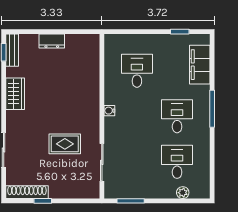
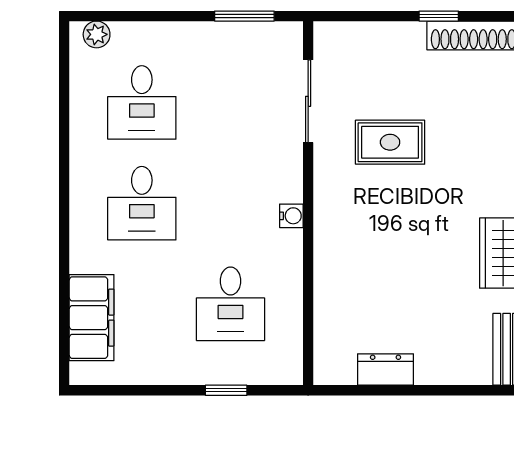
window: (180, 32) -> (226, 390), moved
dresser: (52, 41) -> (386, 370), moved
window: (212, 109) -> (64, 220), removed
plant: (183, 193) -> (97, 34), moved

